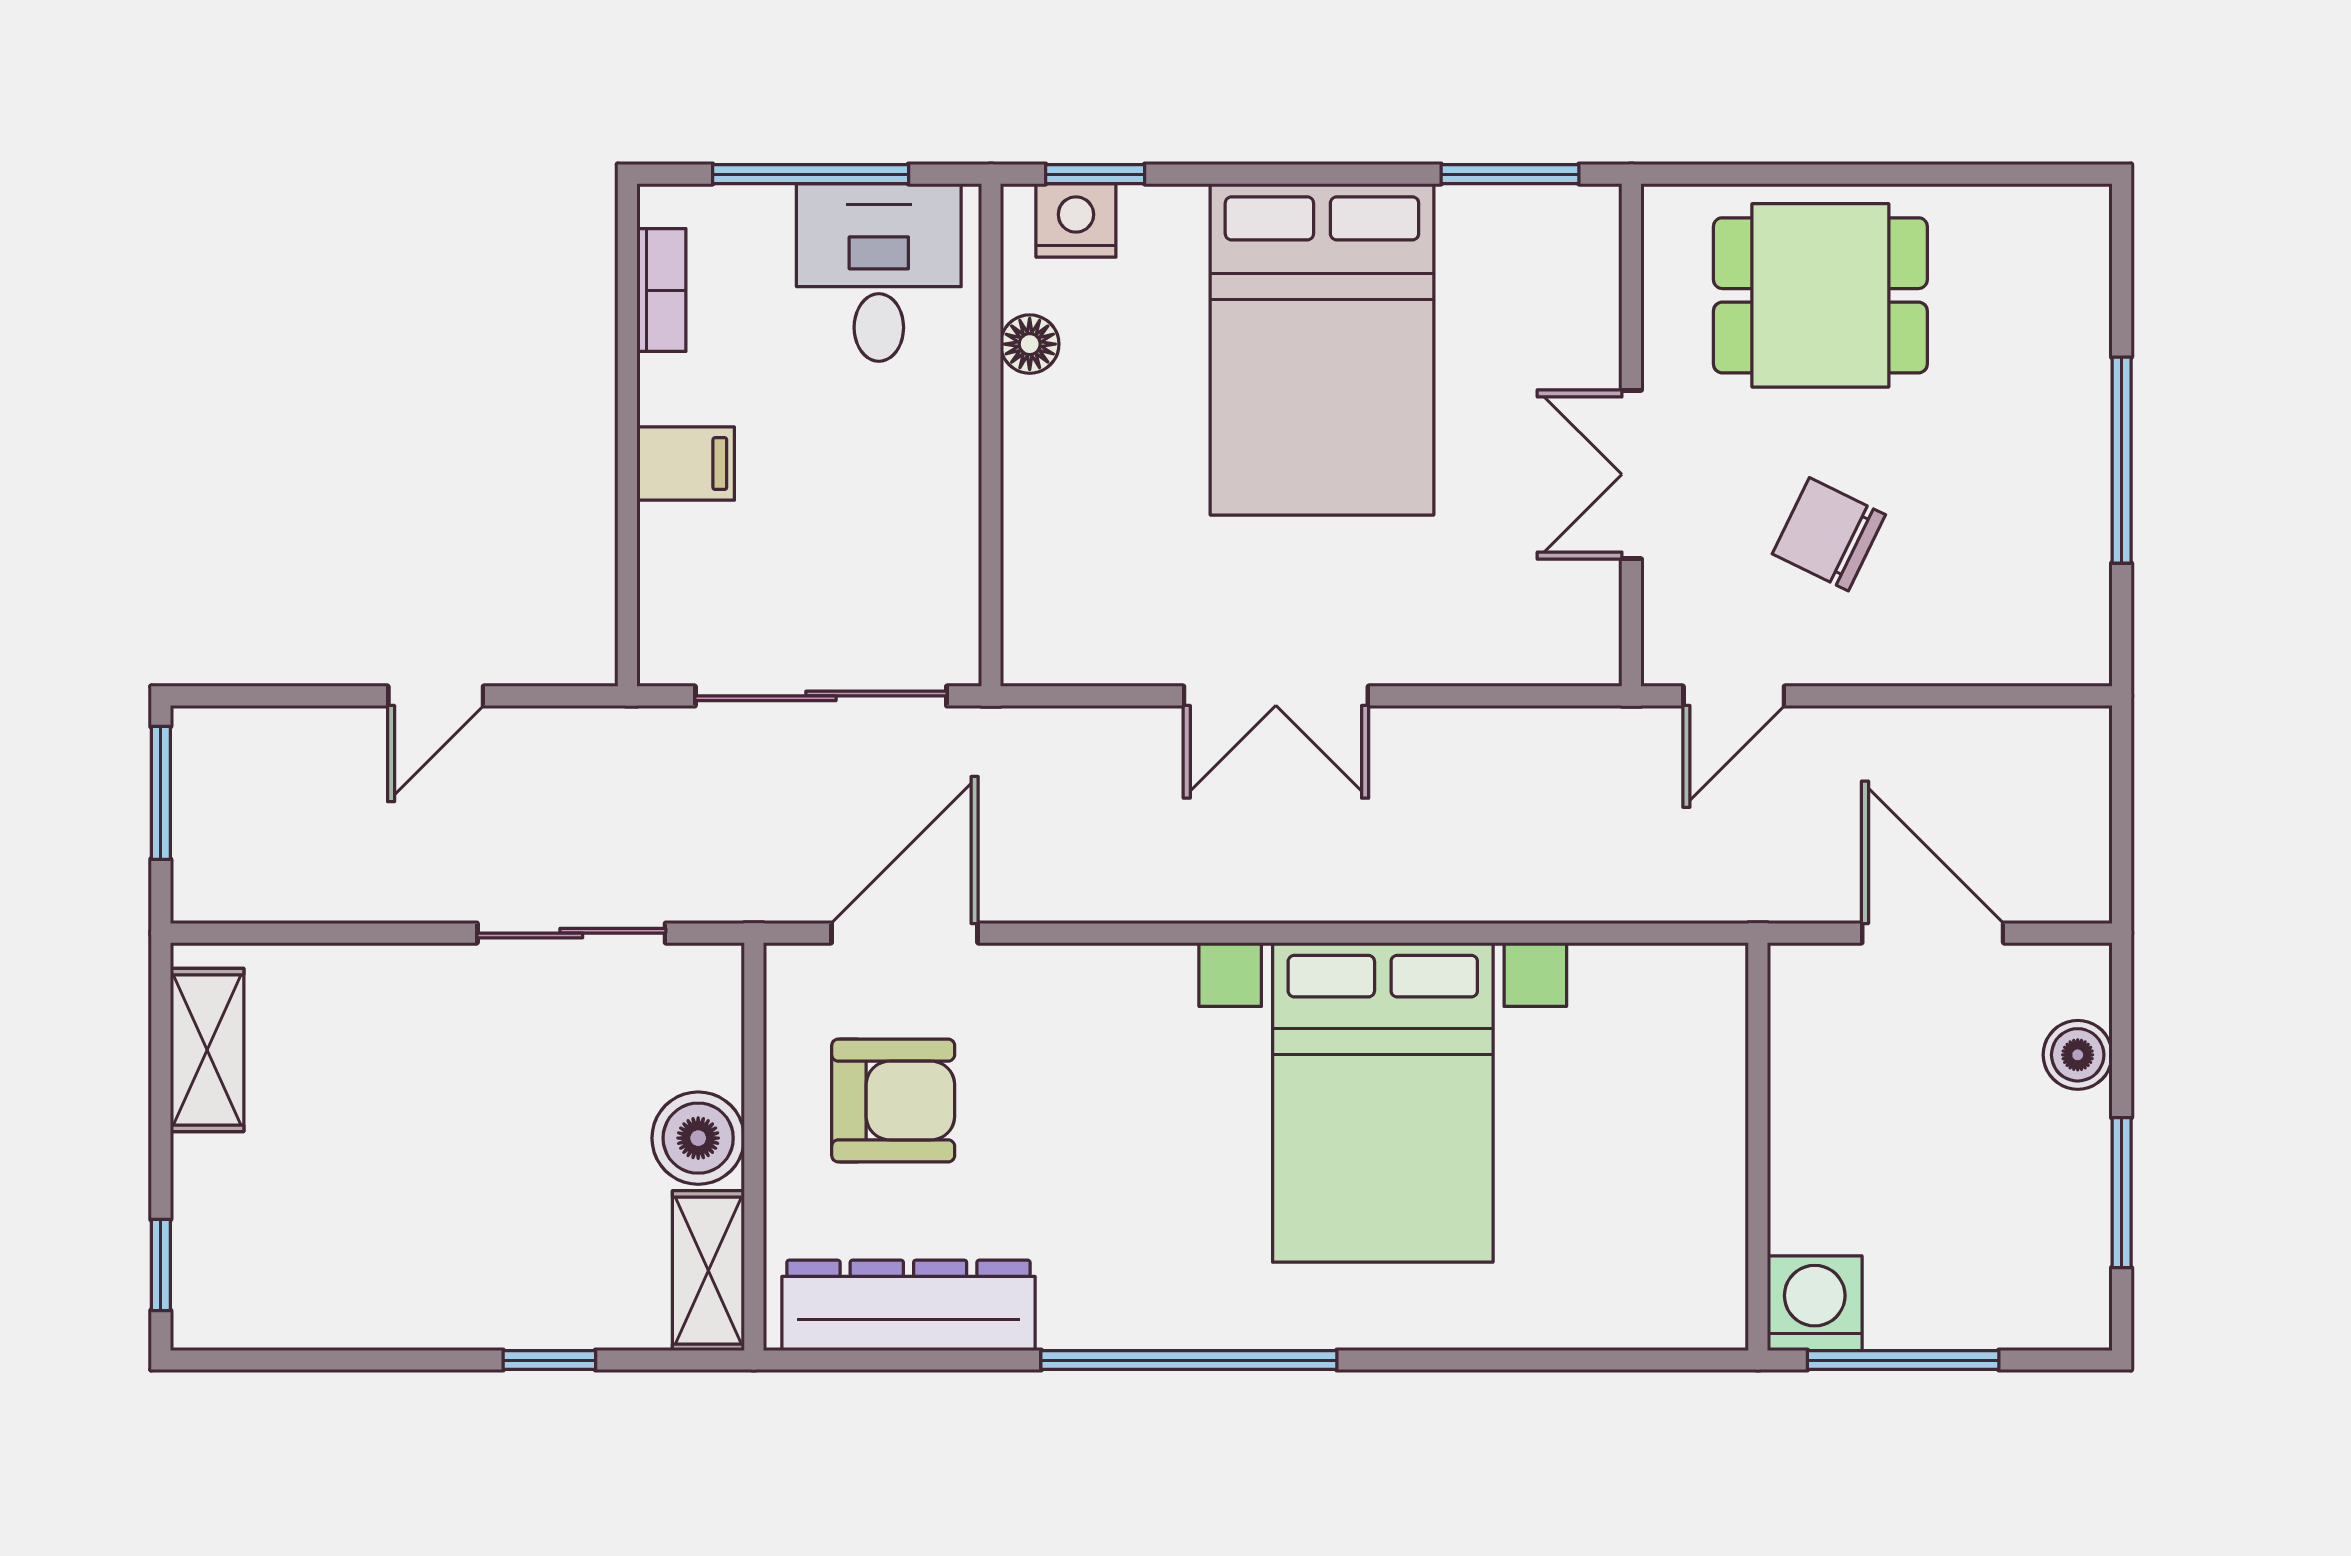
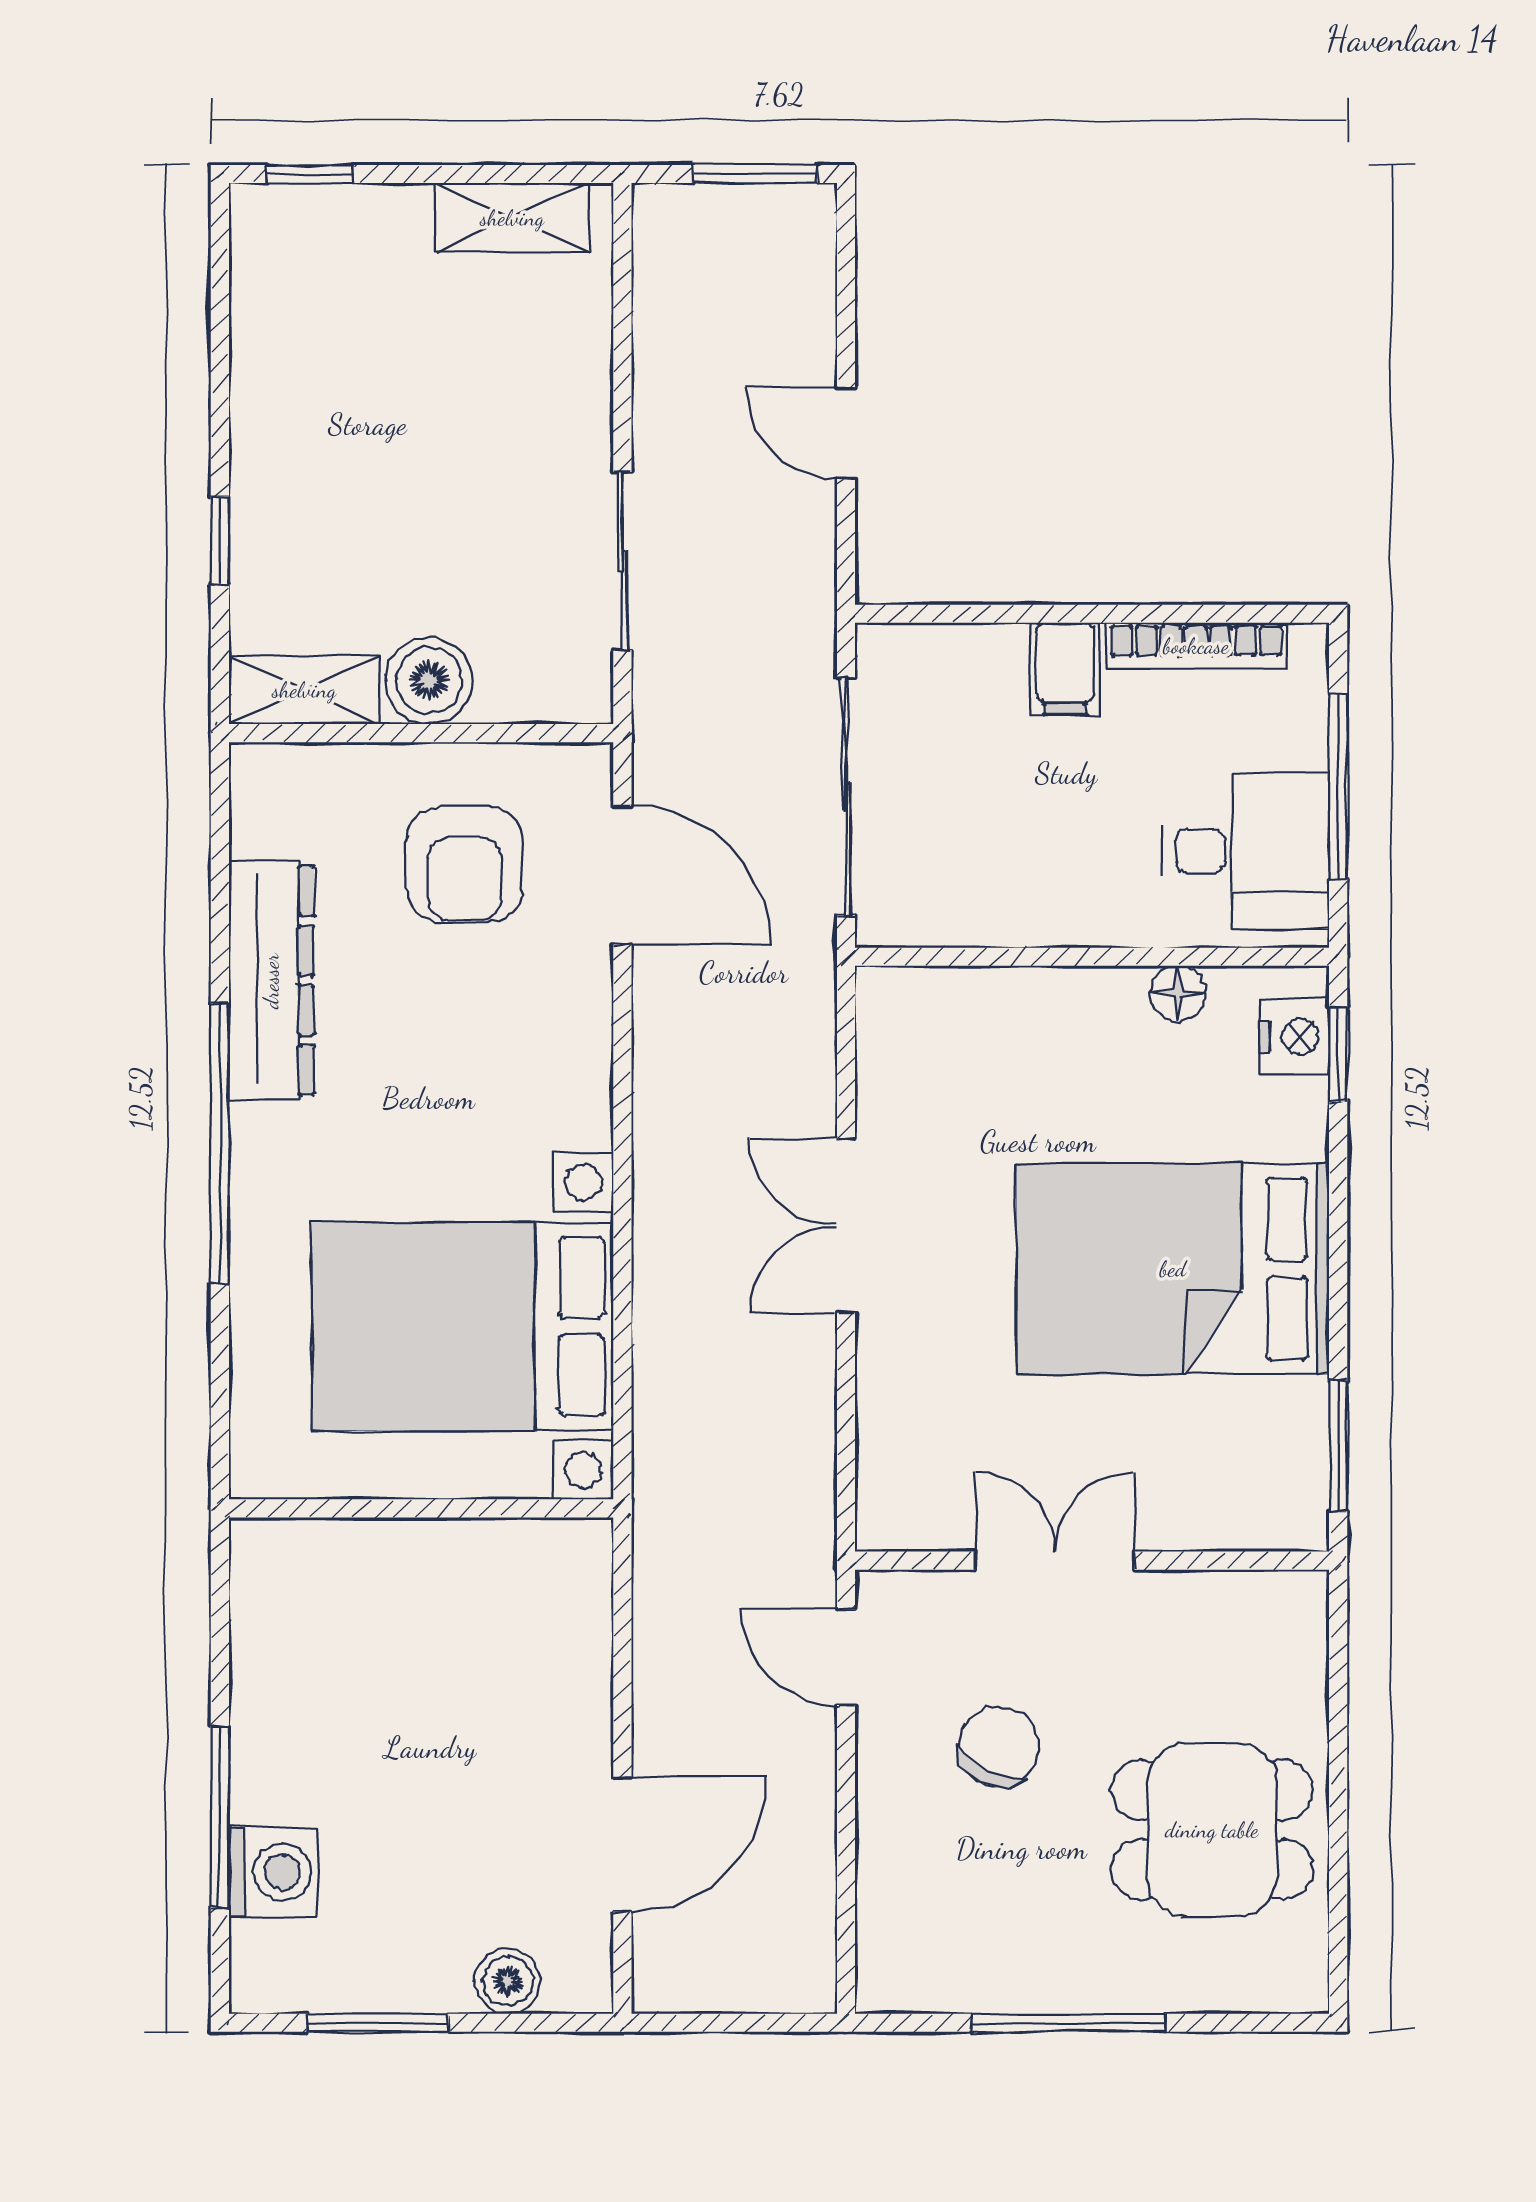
bookcase: (661, 290) -> (1196, 646), width x1.56
dining table: (1820, 295) -> (1212, 1830), moved, turned 90
wall: (1758, 1147) -> (421, 1508), moved
washing machine: (1815, 1303) -> (273, 1872), moved
dresser: (908, 1305) -> (271, 981), moved

